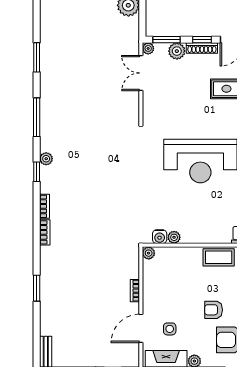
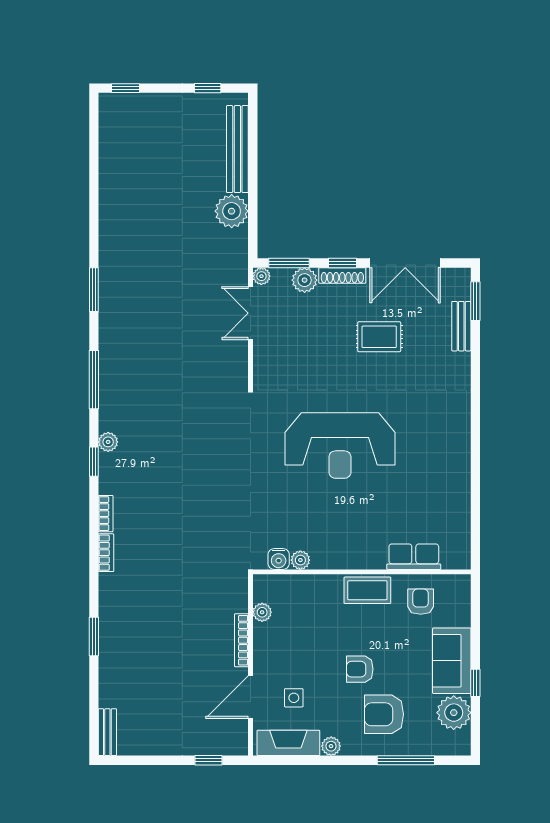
plant: (149, 253) -> (262, 612), moved
bookcase: (135, 291) -> (241, 640), width x1.56

